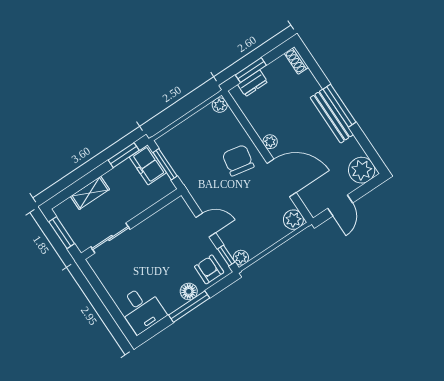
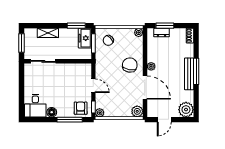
chair: (184, 146) -> (108, 40), added
floor lamp: (189, 291) -> (52, 112), moved
window: (189, 307) -> (70, 120), moved

